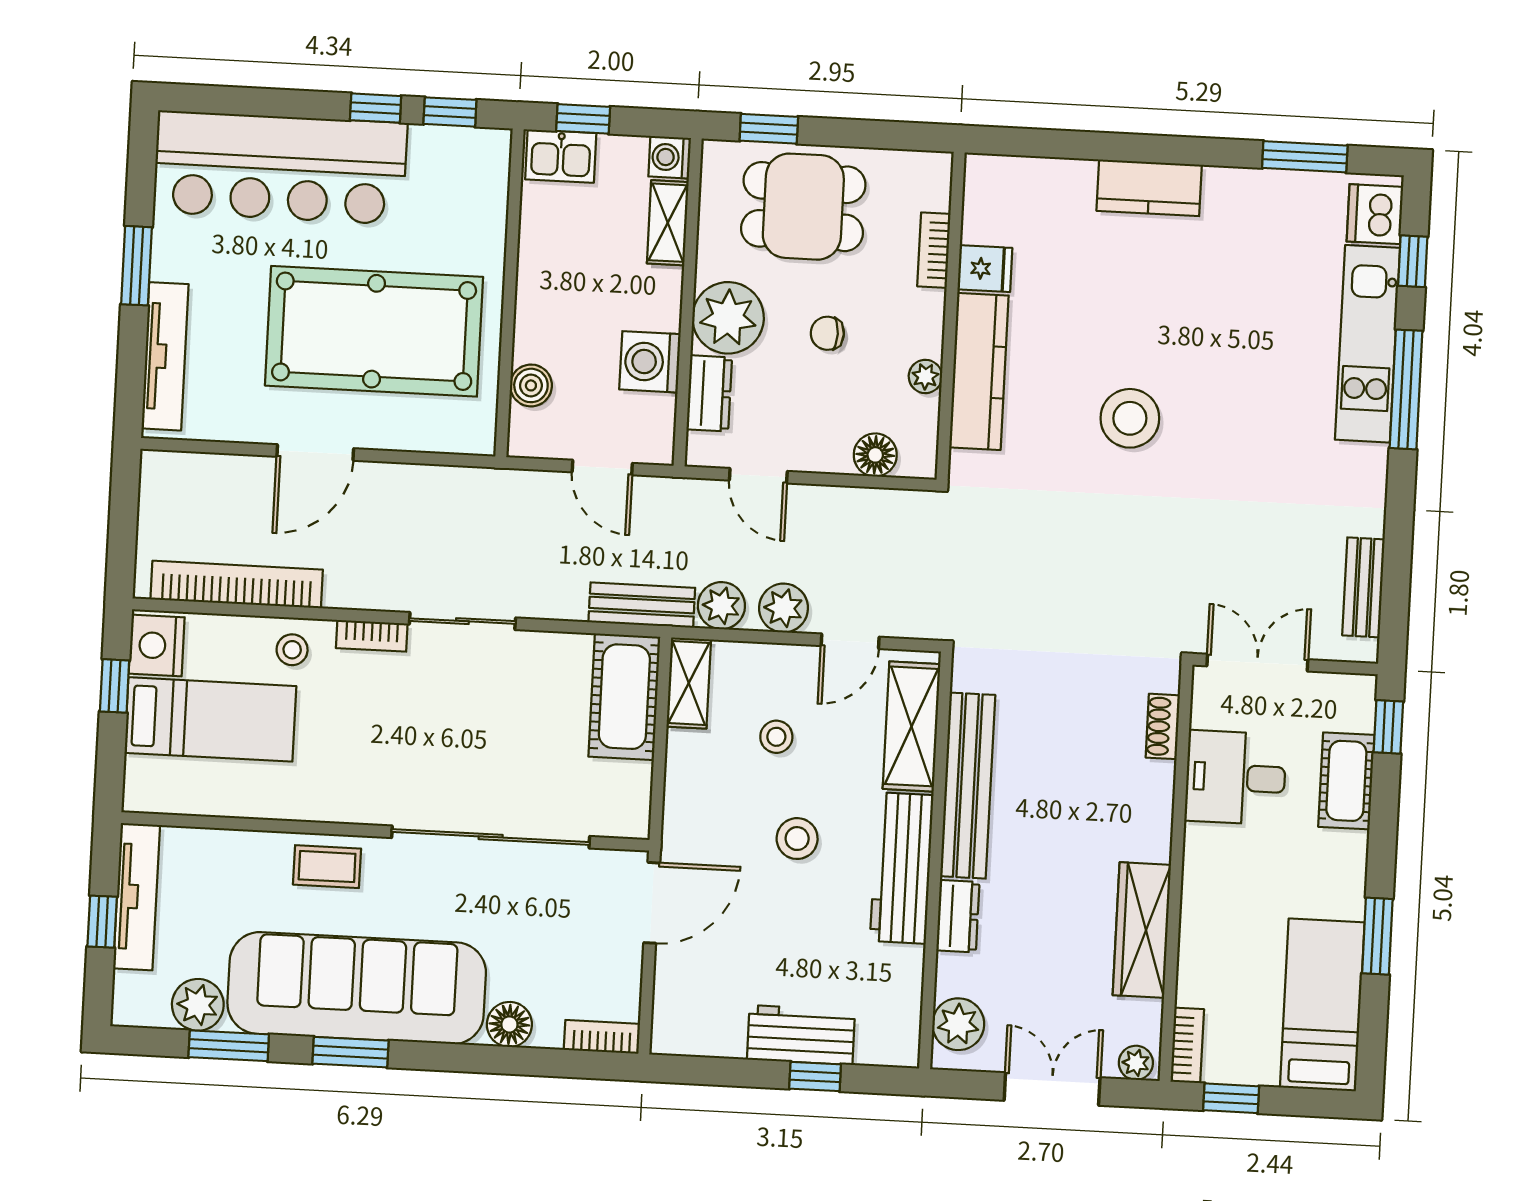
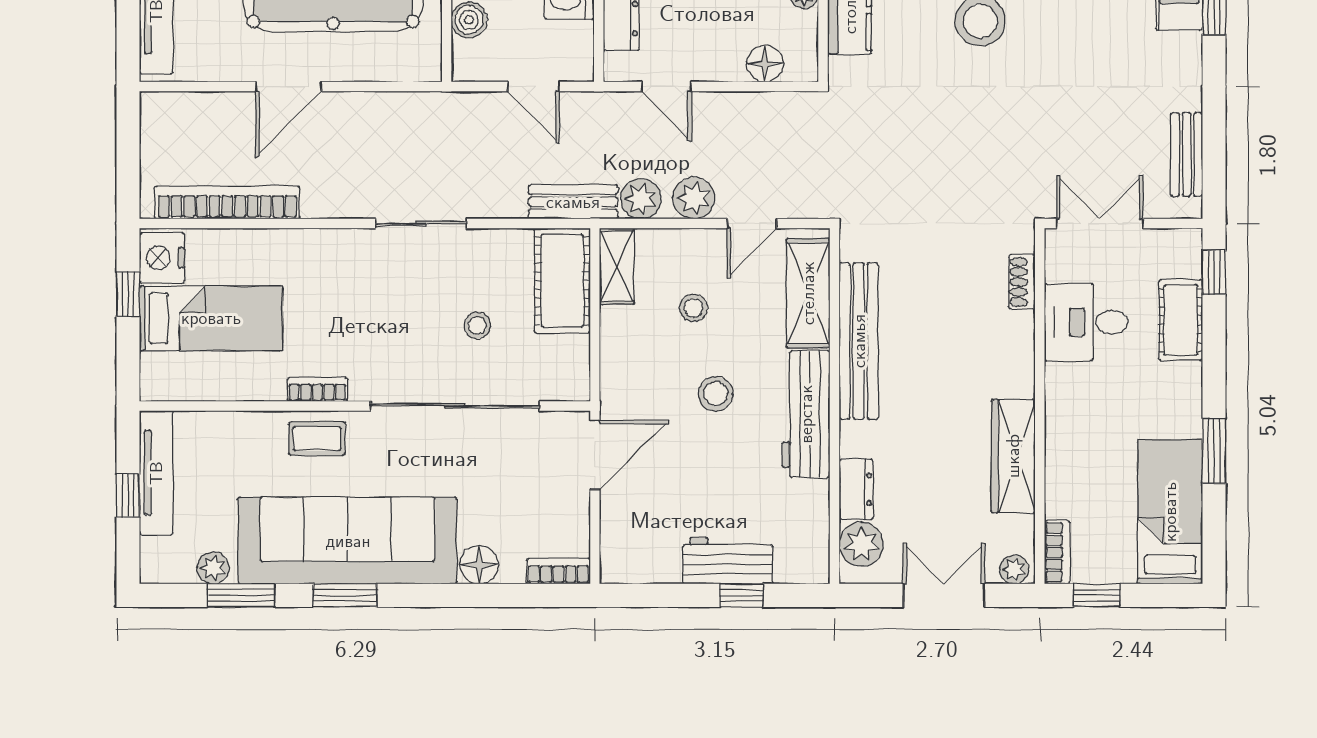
bookcase: (372, 636) -> (317, 389), moved, turned 180
stool: (292, 650) -> (477, 326), moved
dresser: (958, 916) -> (856, 489), moved
plant: (198, 1005) -> (213, 568), width x0.73, depth x0.73

